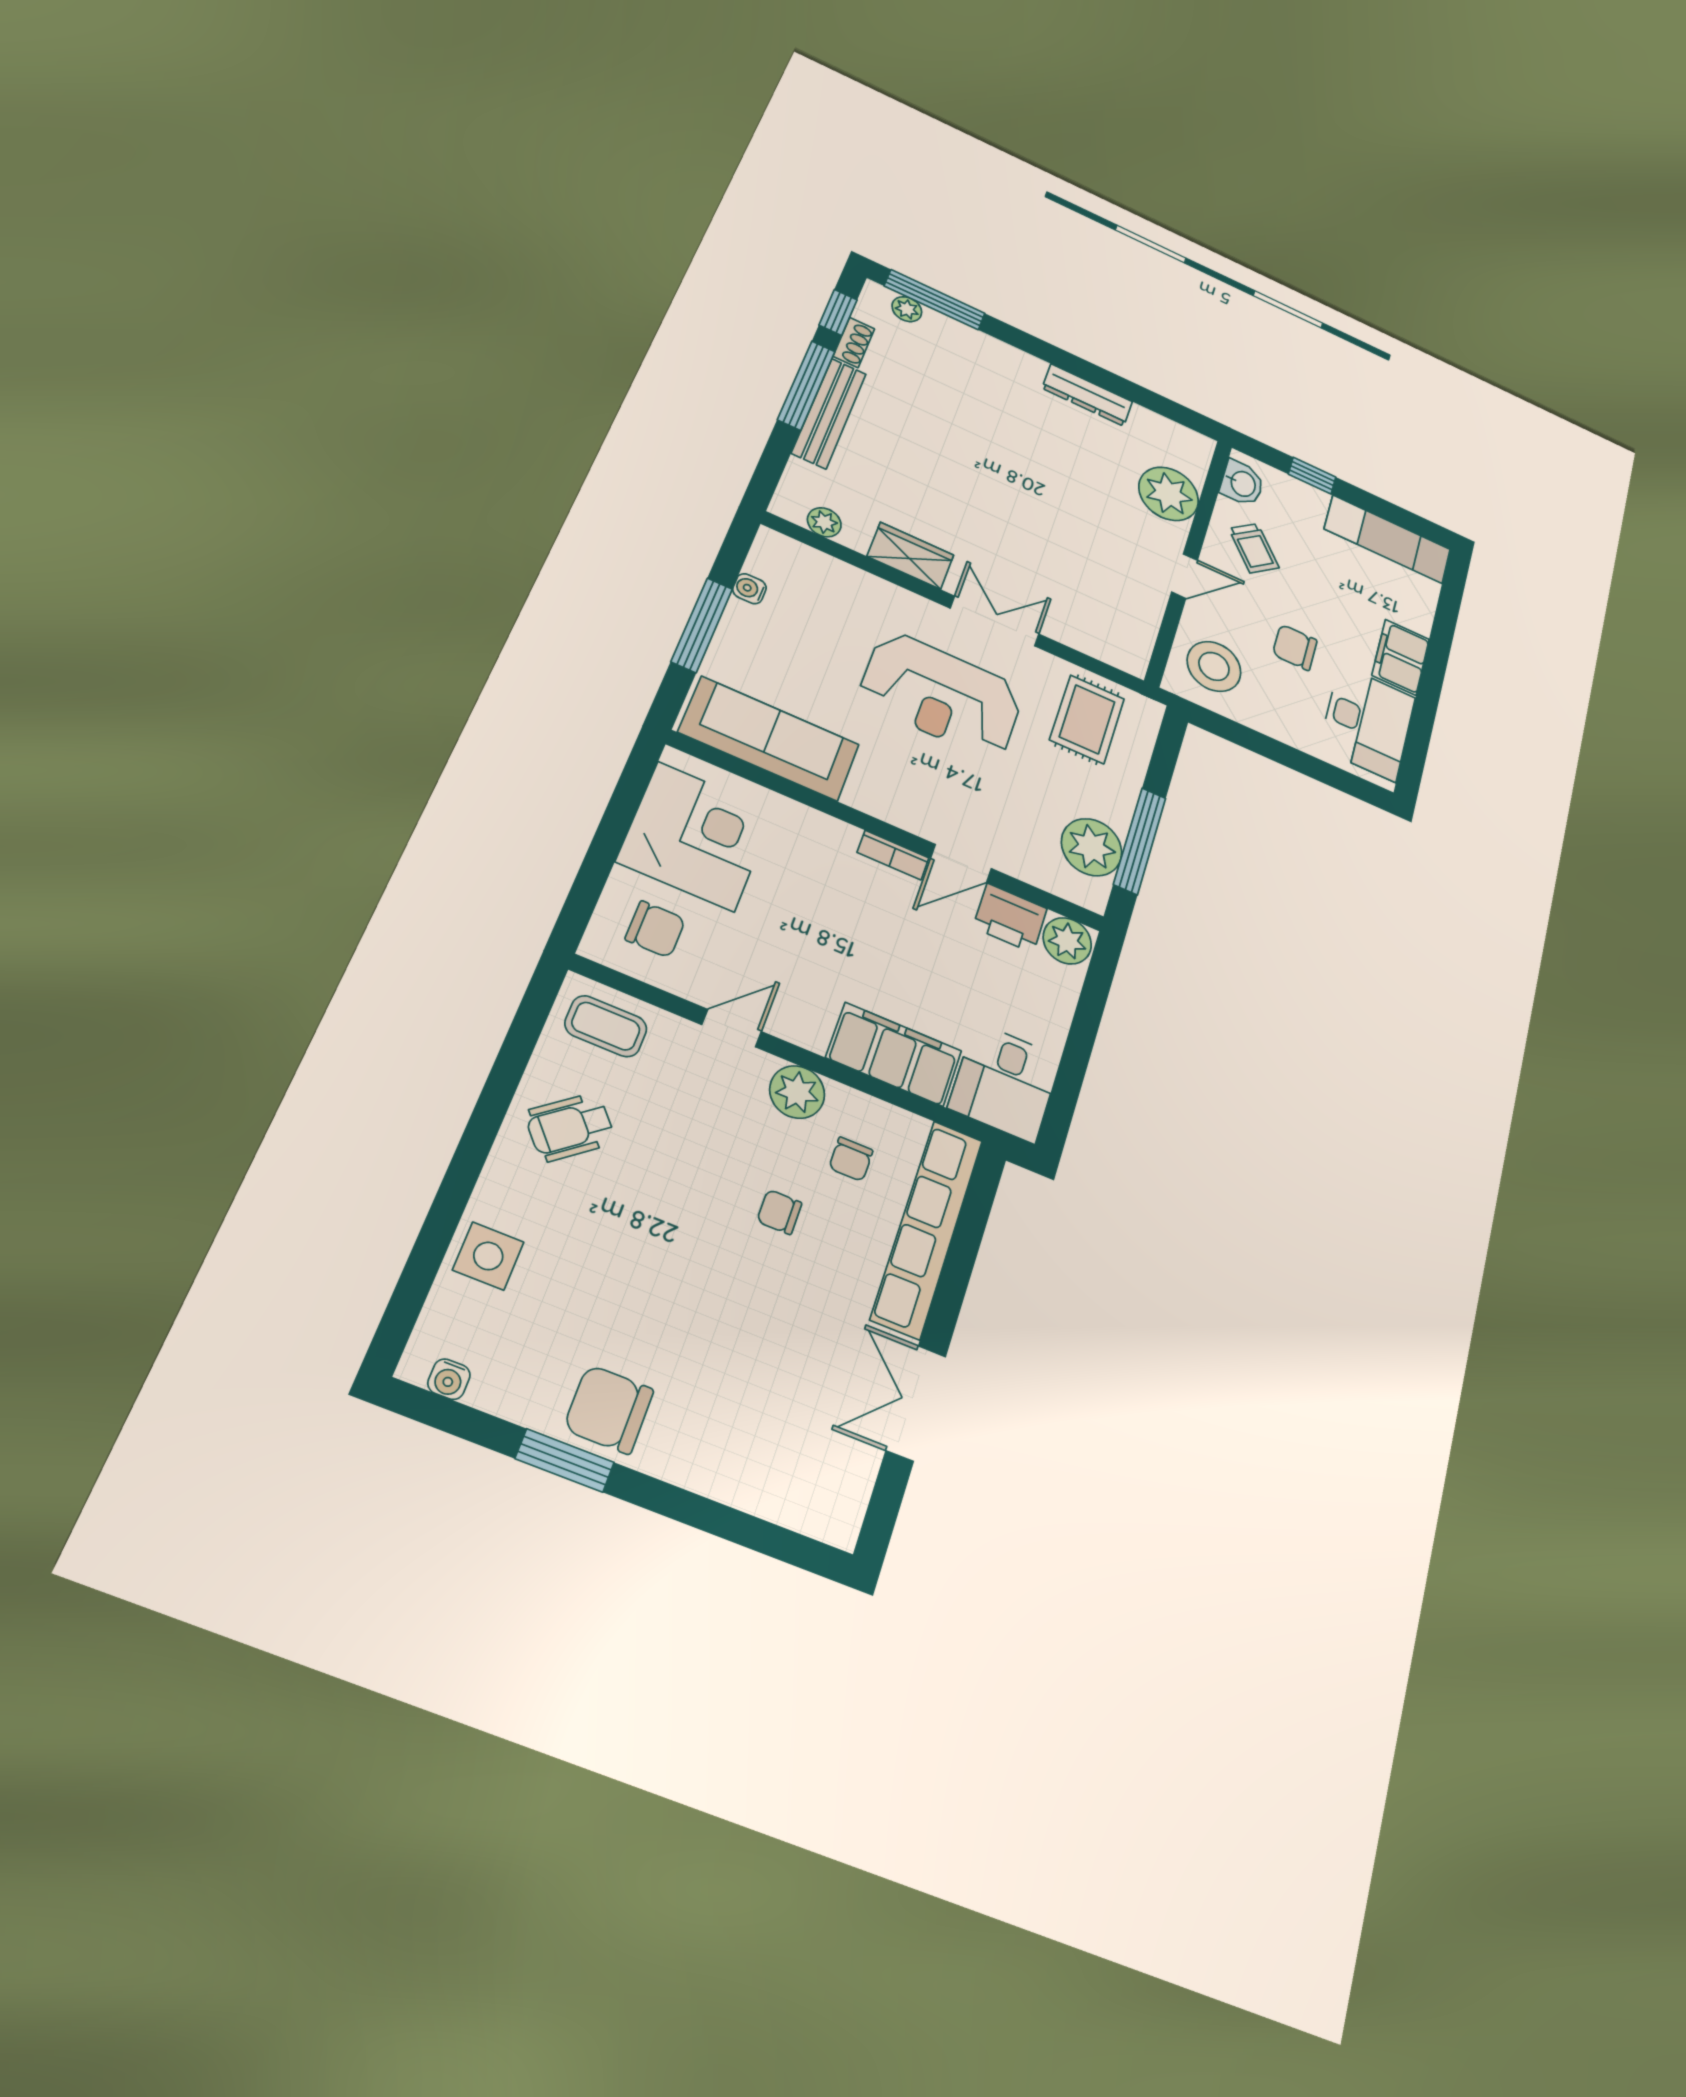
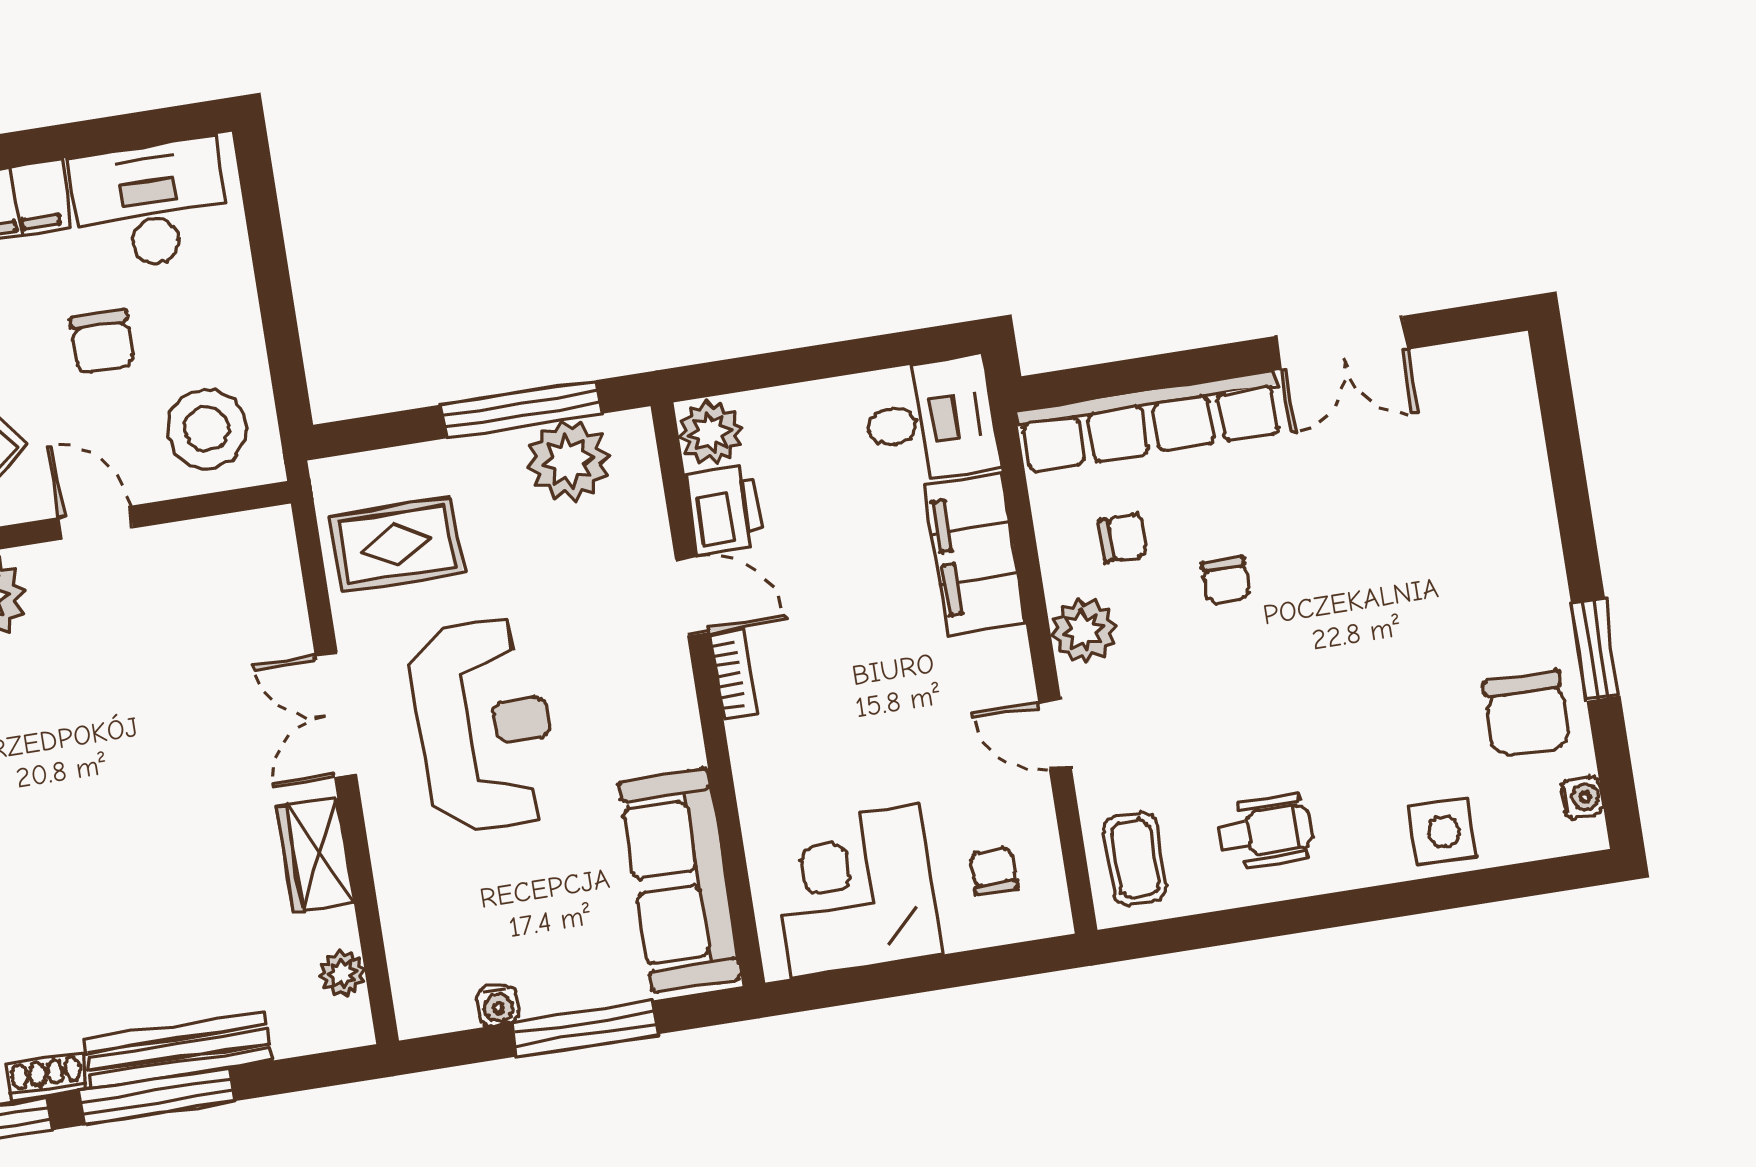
chair: (655, 929) -> (994, 871), width x0.73, depth x0.73
wheelchair: (570, 1127) -> (1265, 831), turned -50
chair: (609, 1409) -> (1527, 714), moved

